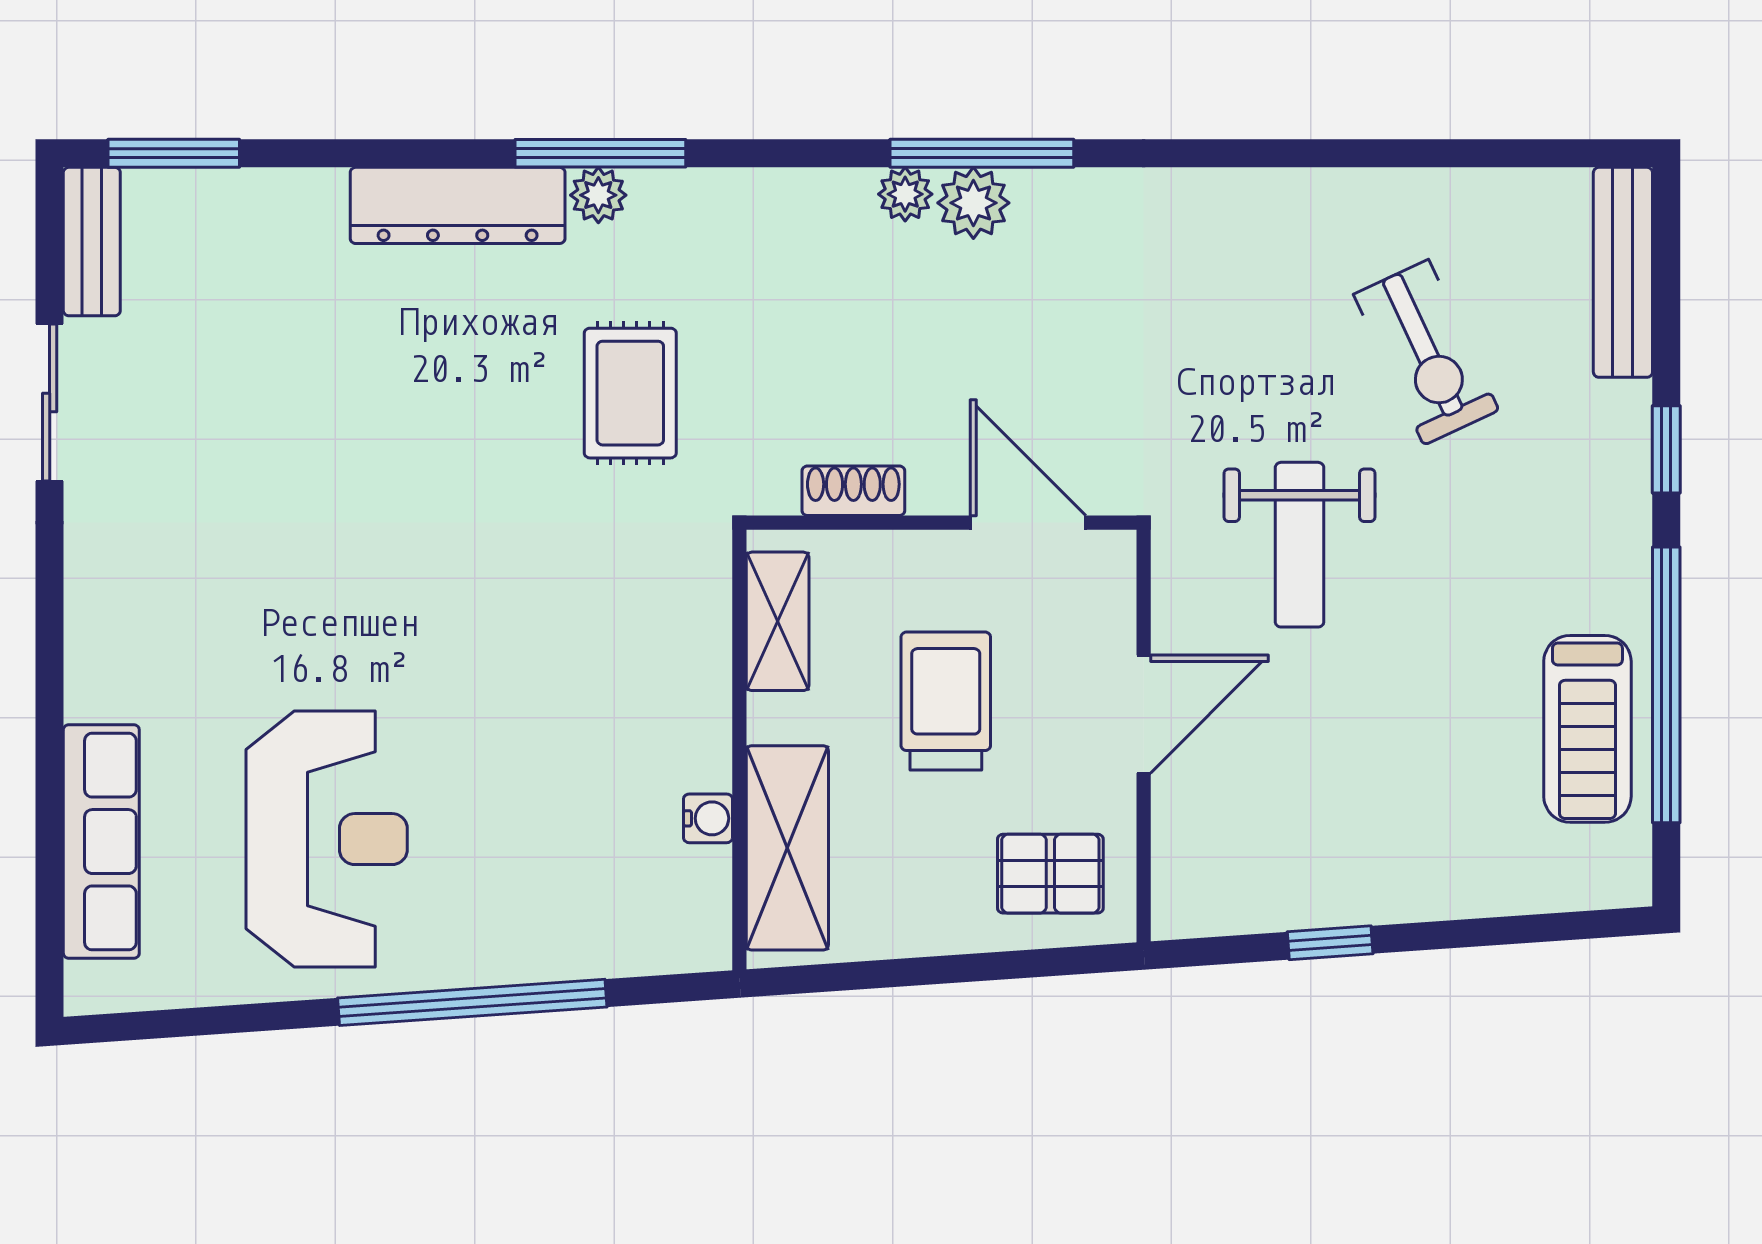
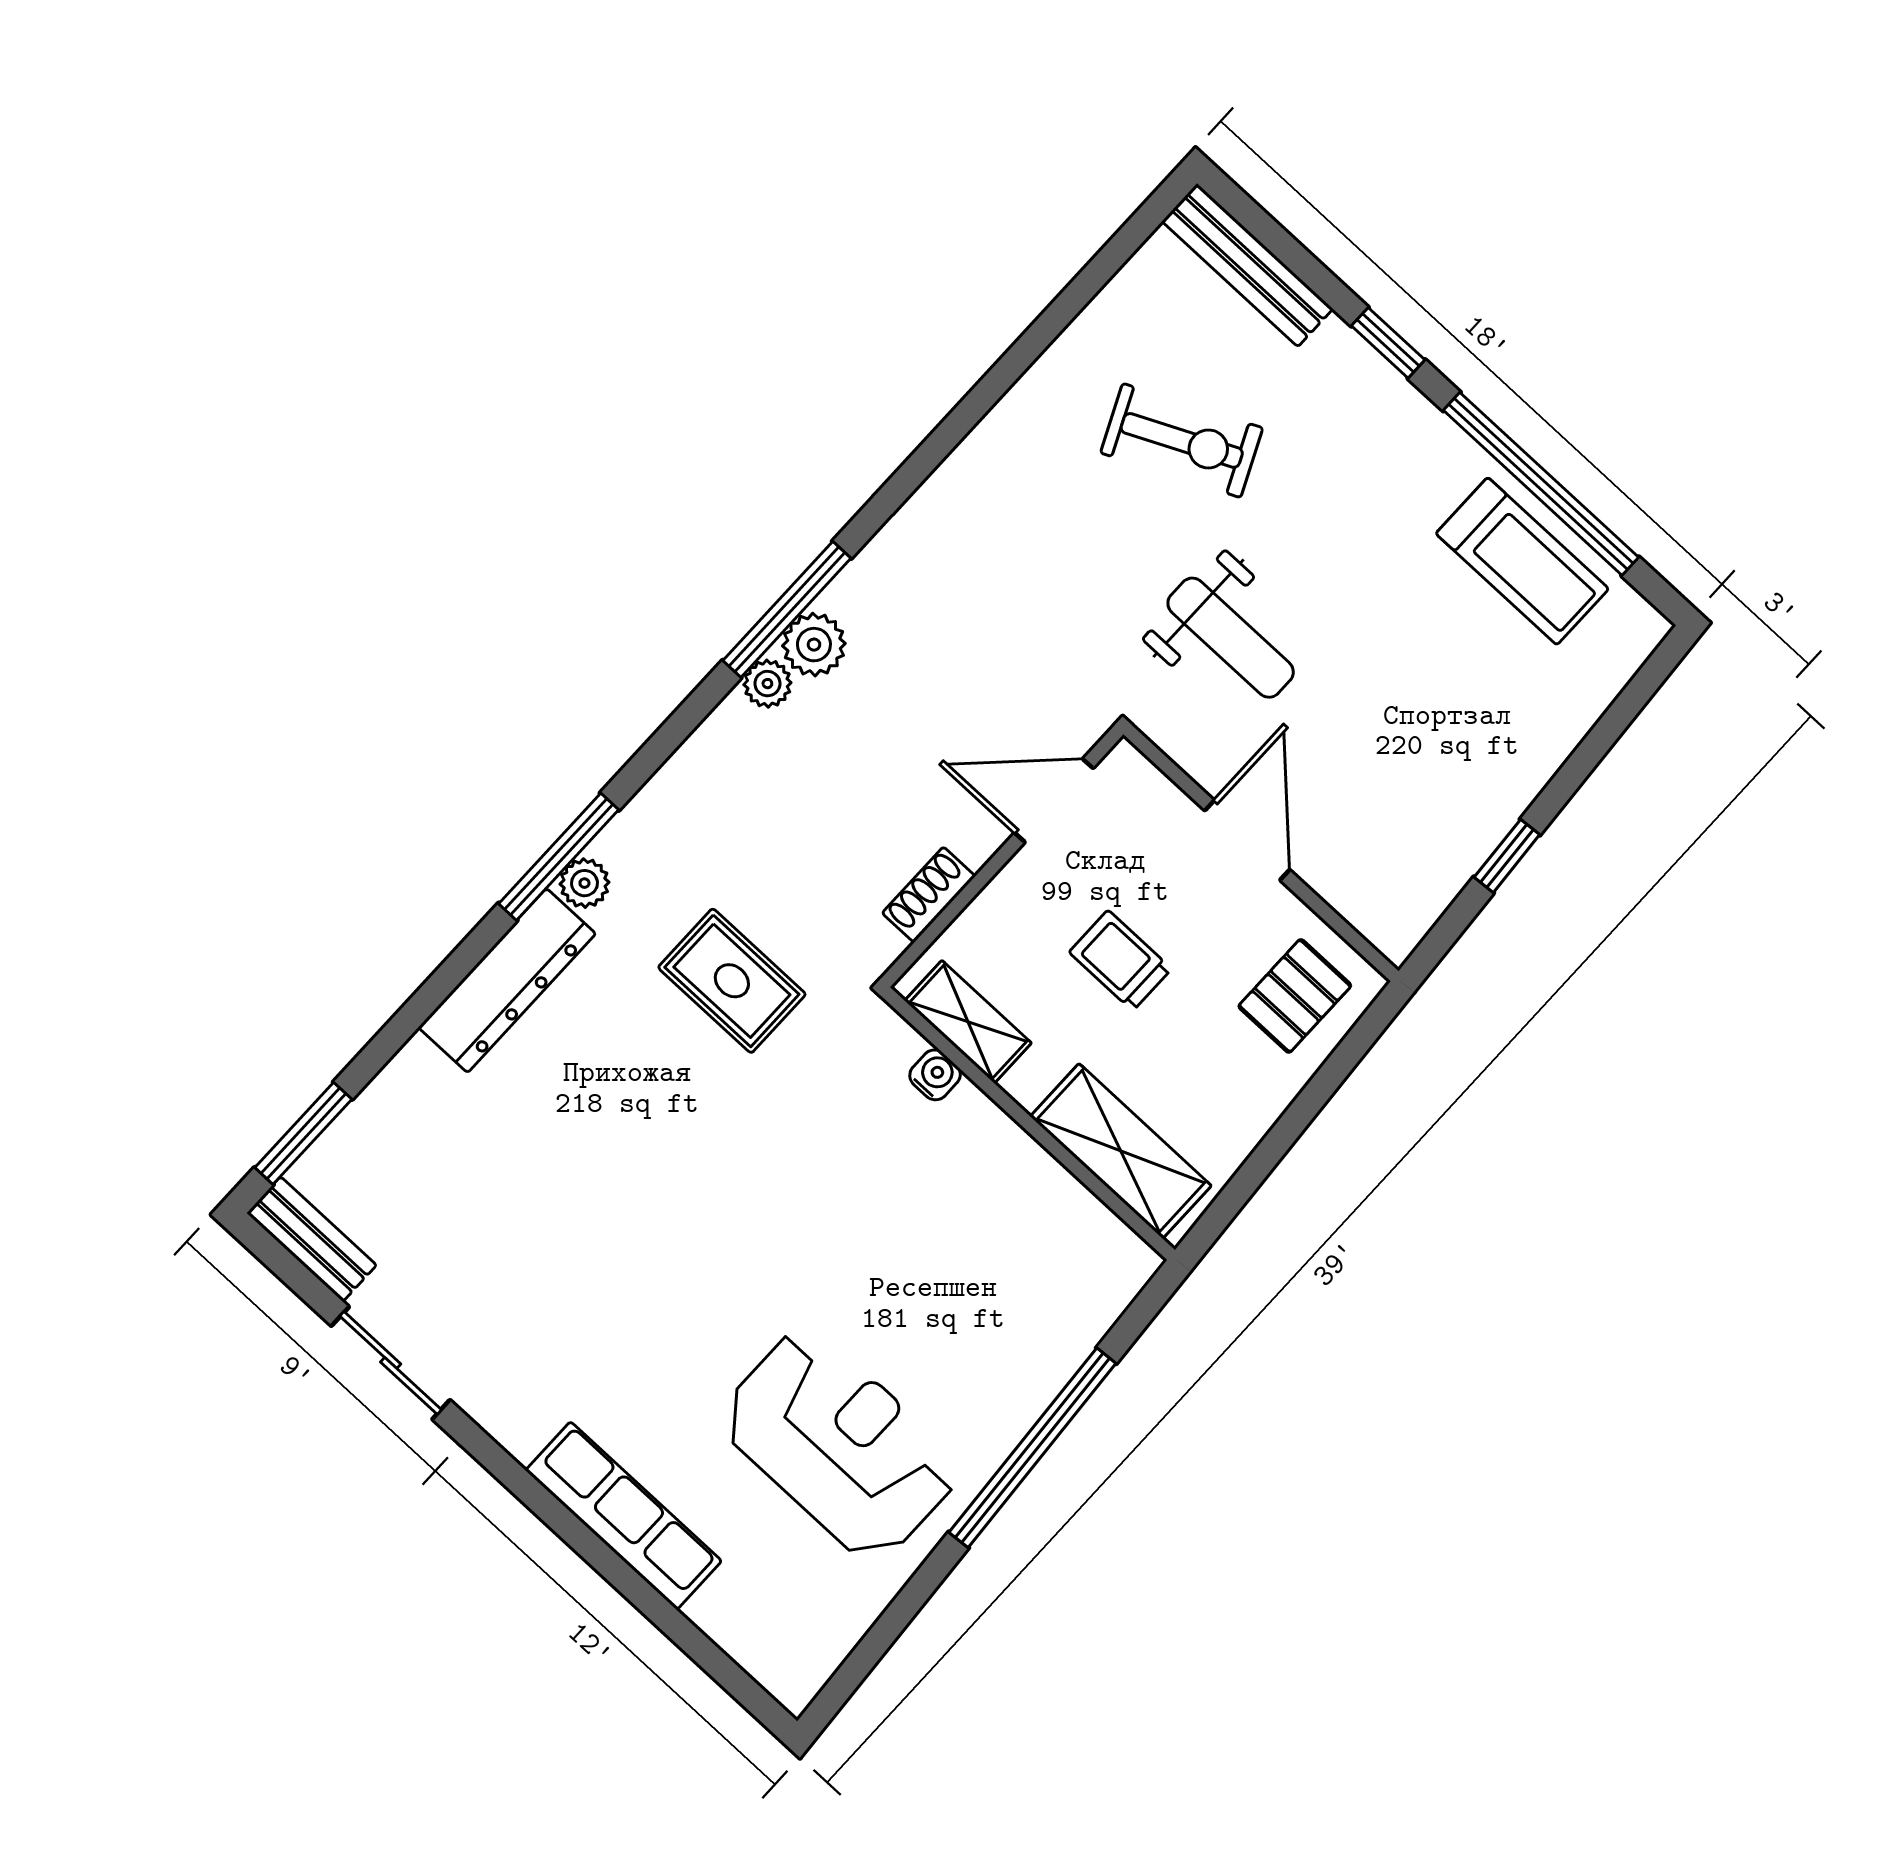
trolley: (946, 701) -> (1120, 960), width x0.73, depth x0.72
water cooler: (708, 818) -> (935, 1075), moved
row of seats: (101, 842) -> (624, 1516), moved

